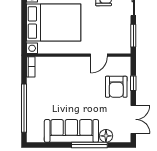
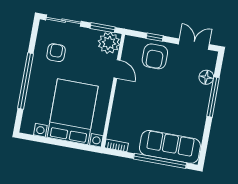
plant: (121, 44) -> (109, 43), added
armchair: (116, 87) -> (155, 56), turned 90
sofa: (71, 131) -> (170, 147), moved, turned 90

